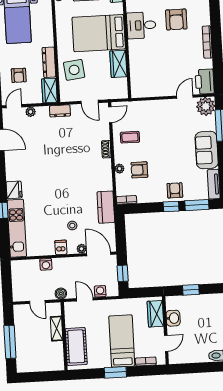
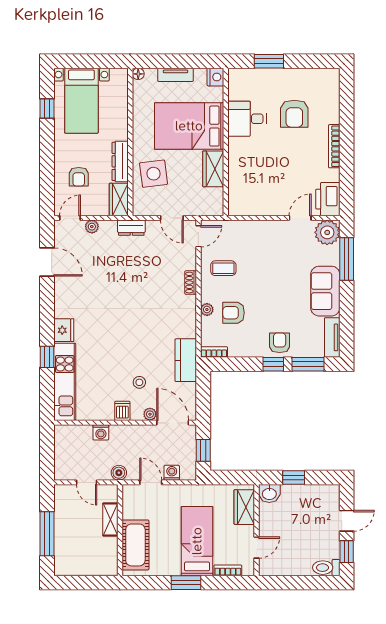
washbasin: (173, 318) -> (269, 493), moved, turned 90

